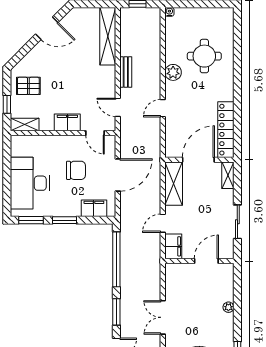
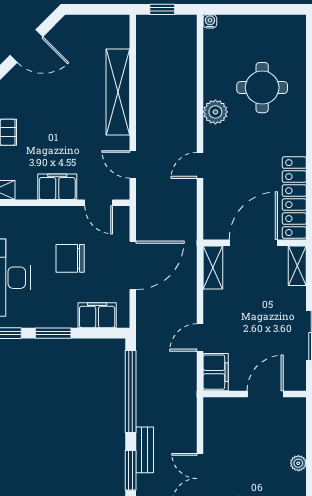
shelving: (108, 36) -> (118, 92), moved
bench: (126, 72) -> (145, 450), moved
chair: (76, 170) -> (70, 258), turned 180
shelving: (174, 184) -> (213, 267), width x0.67, depth x0.75

